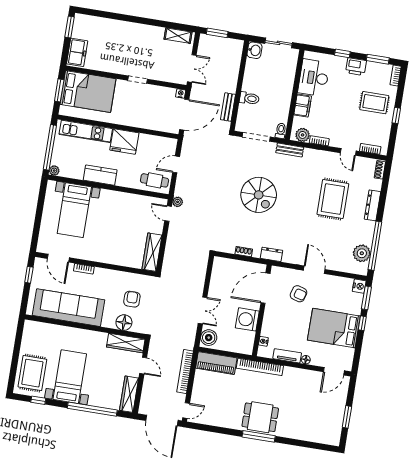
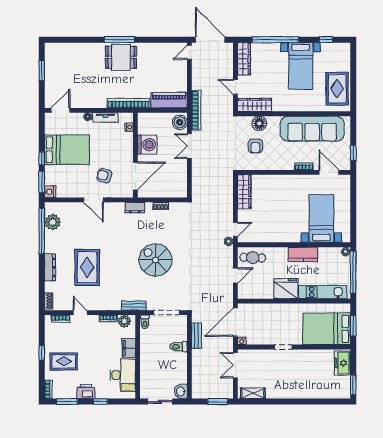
door: (168, 214) -> (235, 229), hinge flipped
bookcase: (185, 372) -> (196, 110), moved
rug: (32, 373) -> (337, 89), moved

